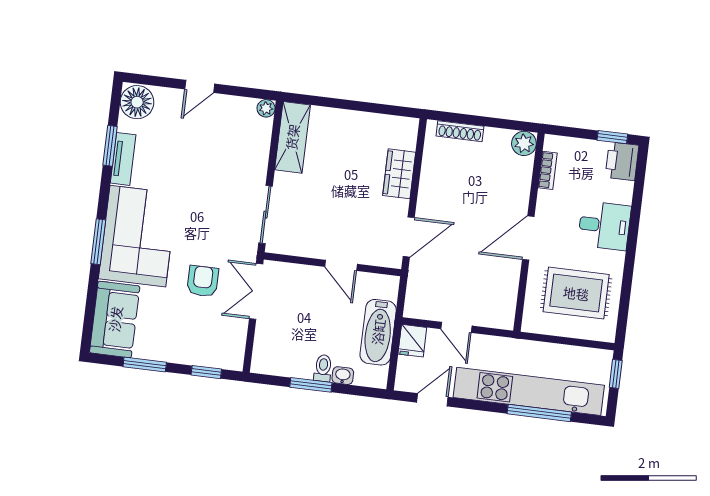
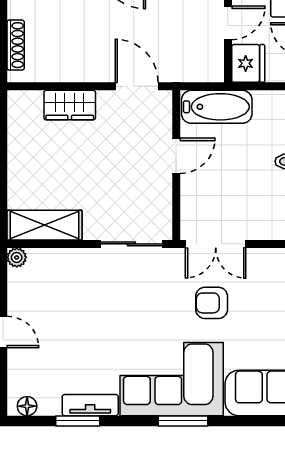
floor lamp: (137, 102) -> (27, 406), width x0.53, depth x0.53
bathtub: (378, 332) -> (217, 107), moved
fridge: (412, 341) -> (248, 63), width x1.38

